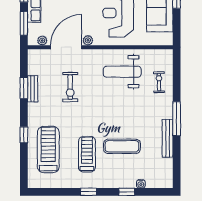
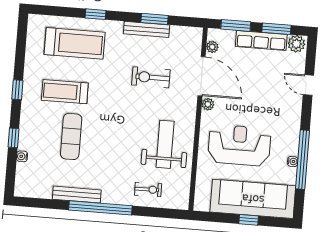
bench: (33, 89) -> (147, 29), width x1.36
window: (177, 119) -> (100, 208), width x1.46
treadmill: (87, 154) -> (65, 92), turned 180

